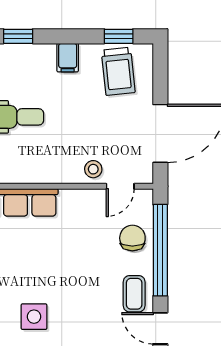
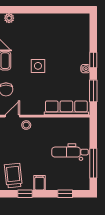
window: (119, 36) -> (25, 194), moved
side table: (34, 317) -> (38, 66), moved

